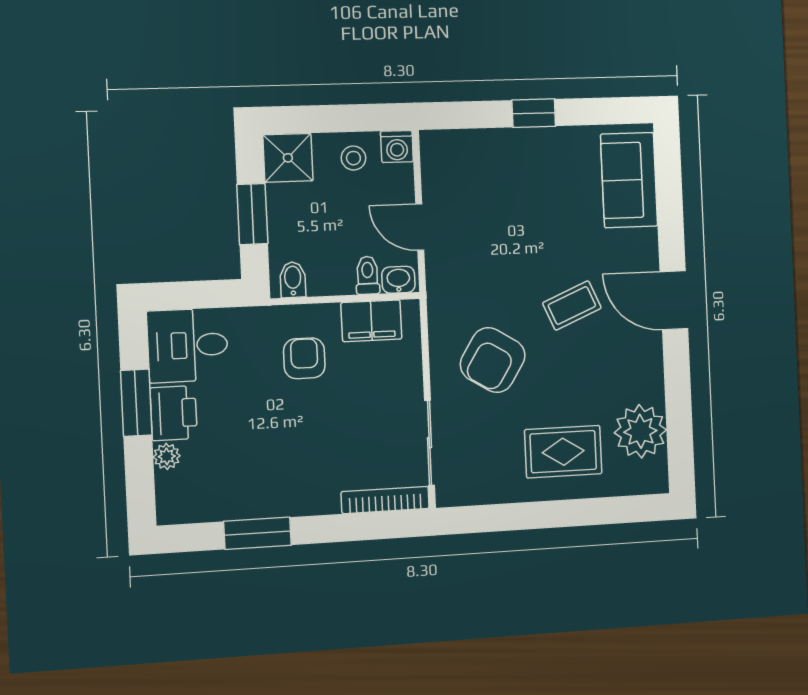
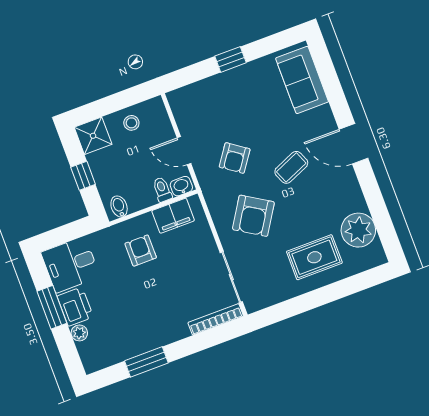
washing machine: (397, 147) -> (155, 107), removed
window: (252, 214) -> (83, 176), width x0.67
armchair: (492, 264) -> (235, 158), added

